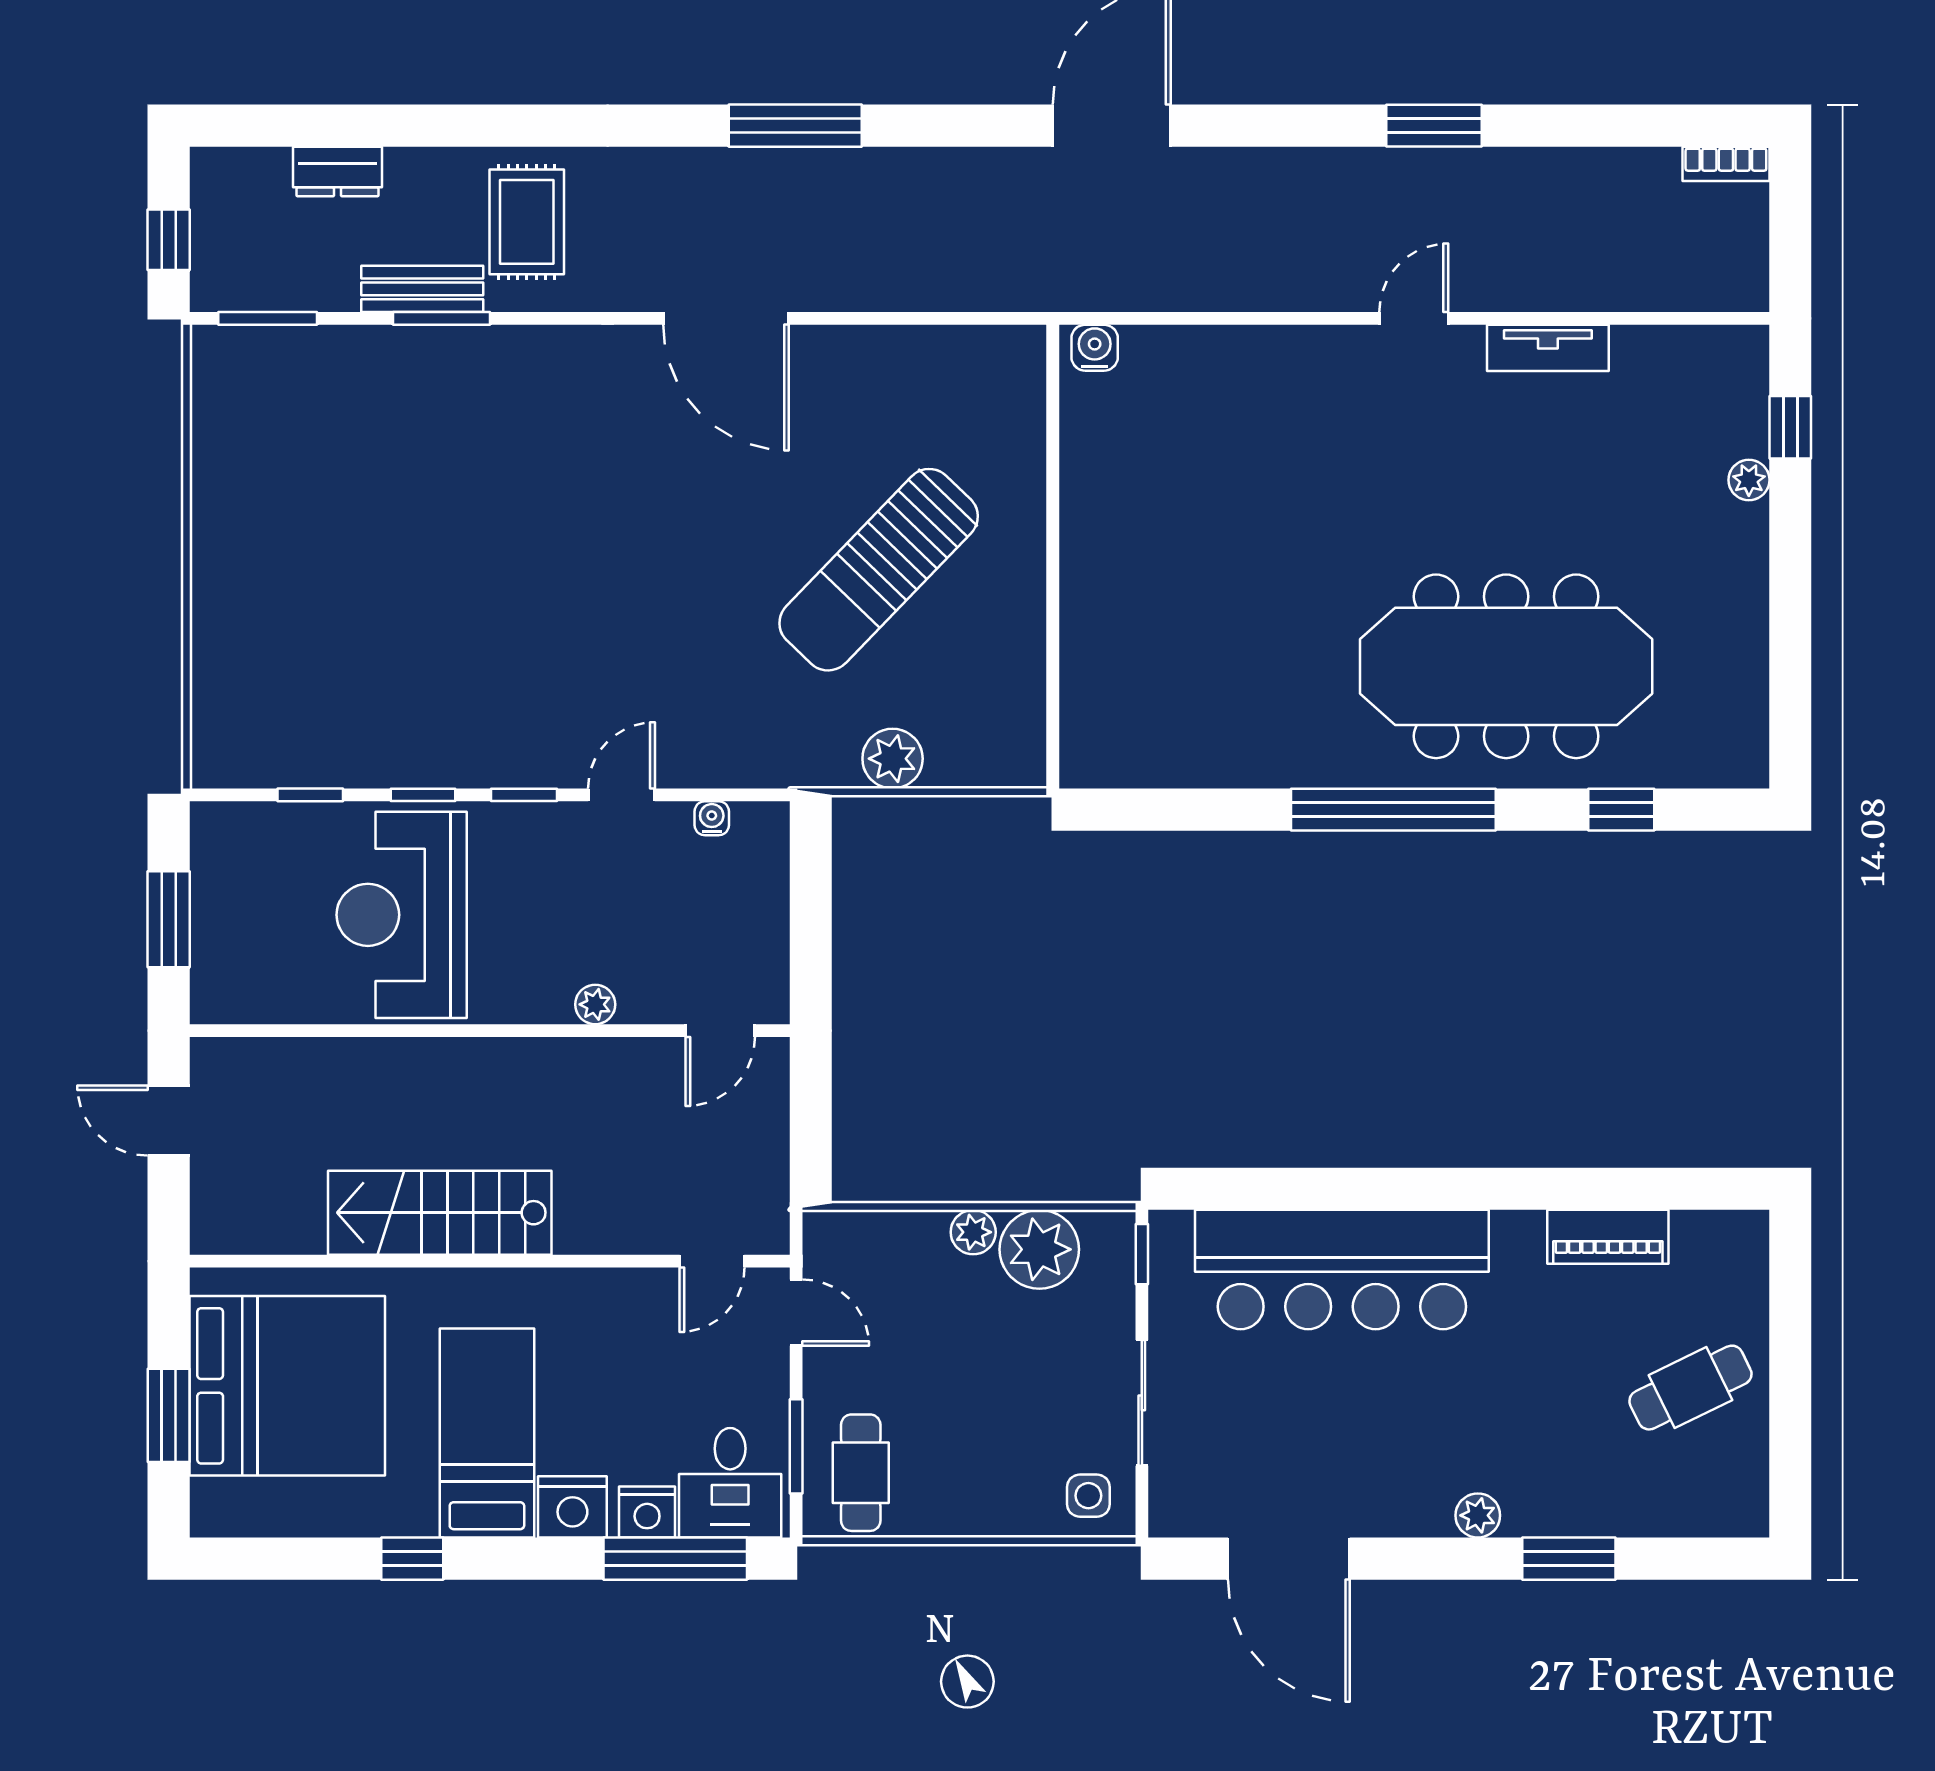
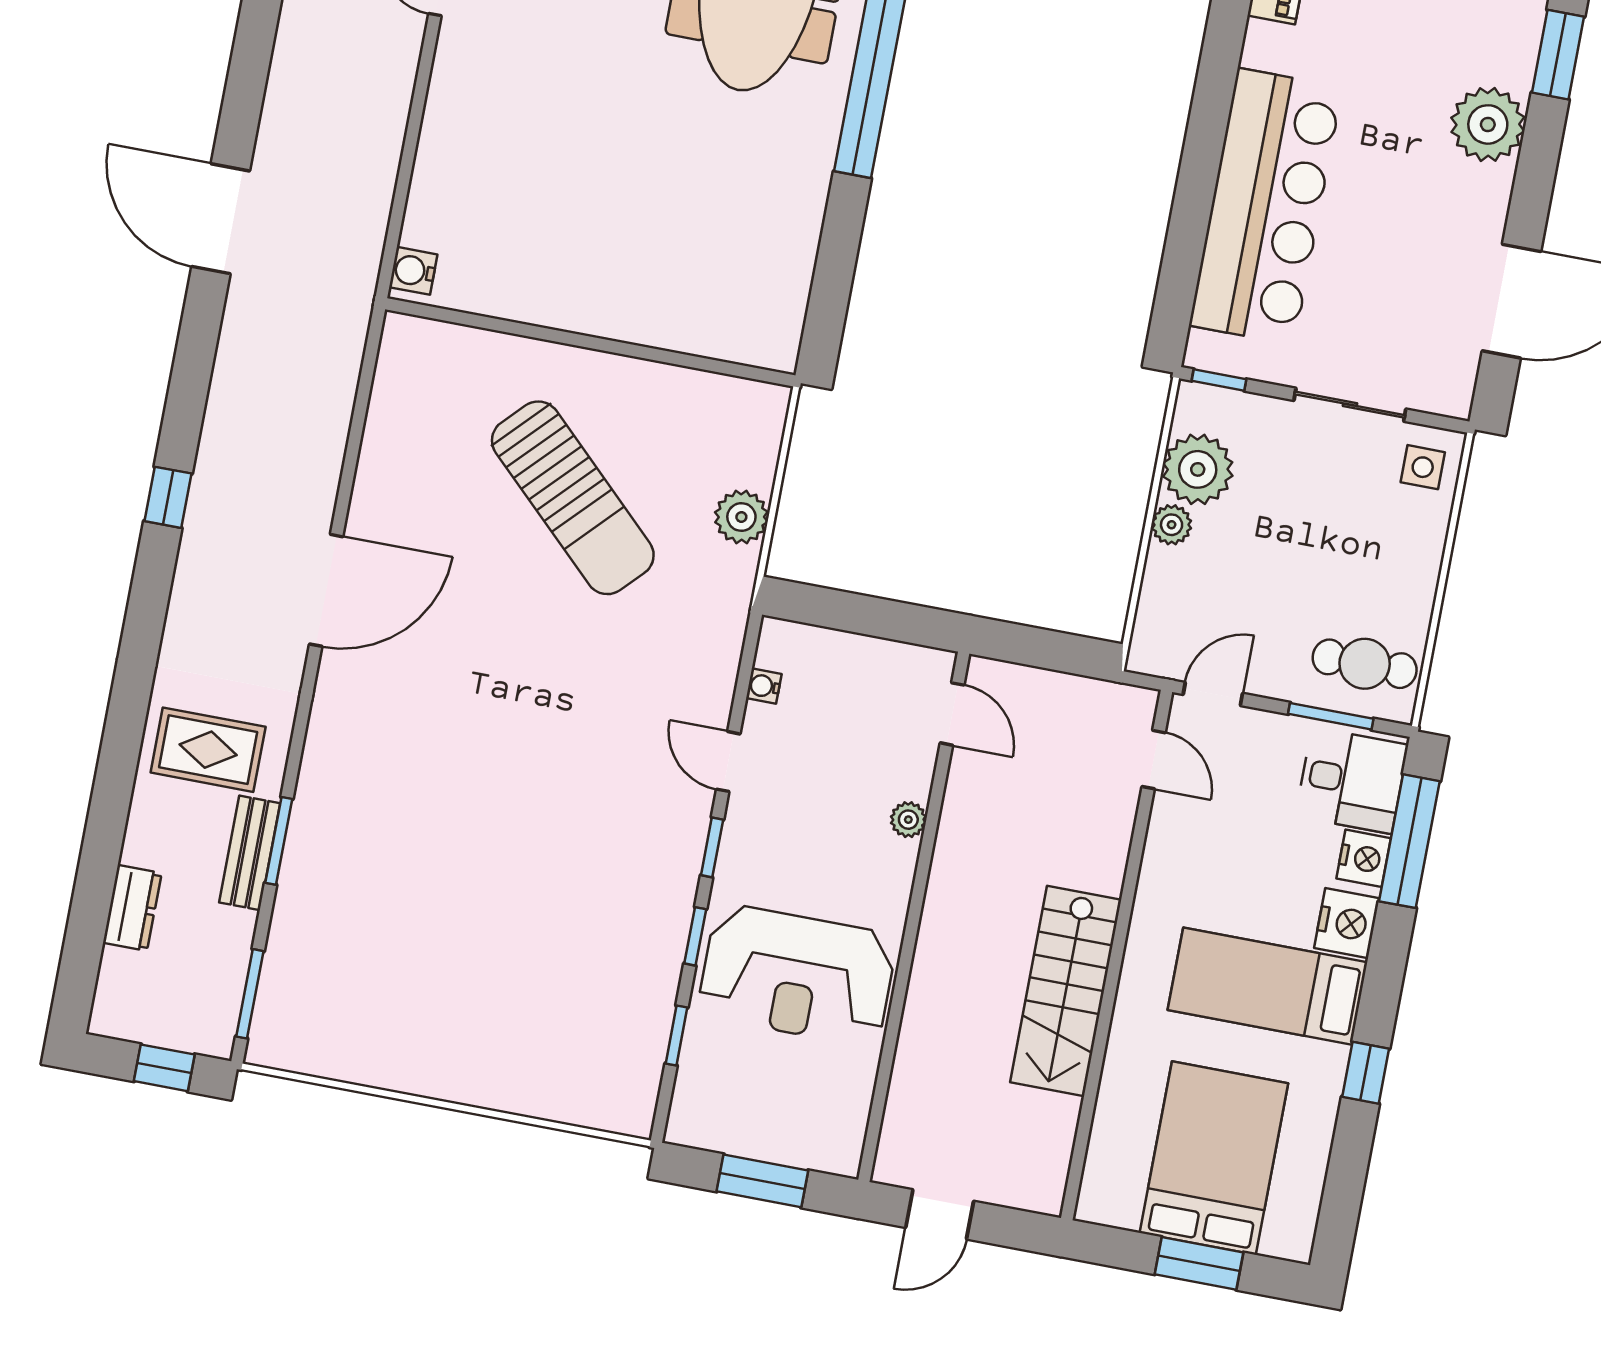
window: (795, 126) -> (168, 497), width x0.46
bed: (287, 1386) -> (1214, 1158), width x0.73
plant: (1478, 1515) -> (1488, 124), width x1.87, depth x1.87

